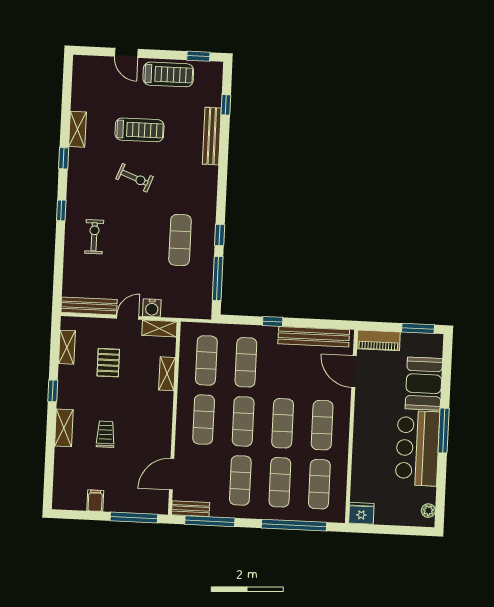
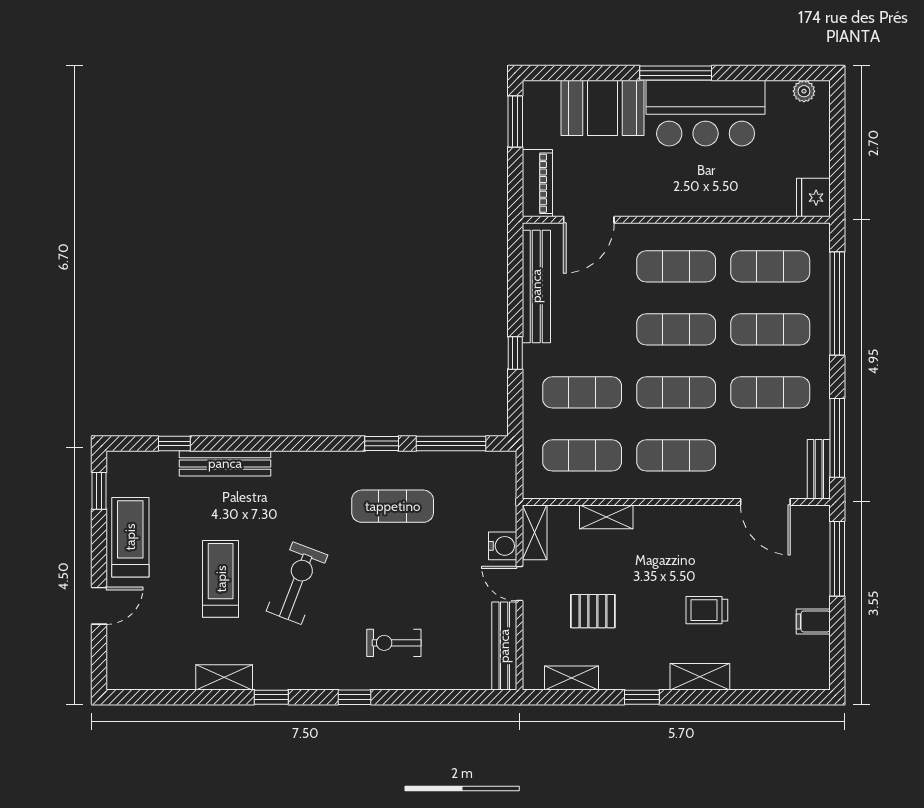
exercise bike: (135, 178) -> (297, 583), width x1.38, depth x1.39

